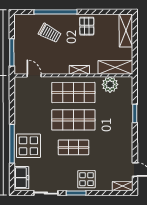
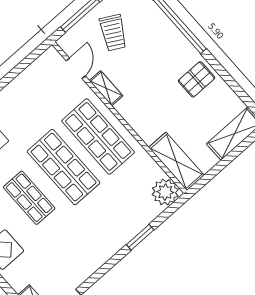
trolley: (50, 33) -> (113, 33), moved
shelving: (79, 70) -> (106, 88), moved
plant: (110, 84) -> (165, 192), moved

